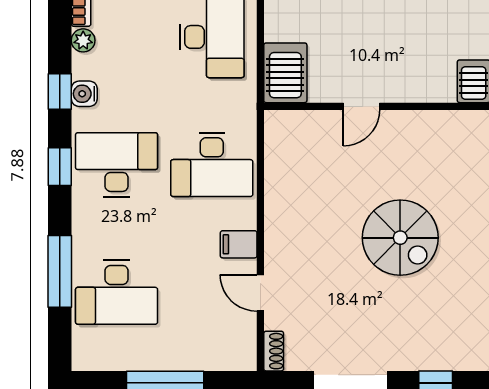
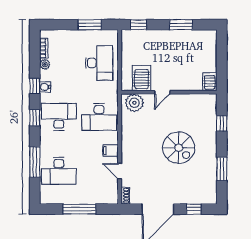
server rack: (285, 73) -> (142, 78), moved
plant: (295, 131) -> (134, 103), added

